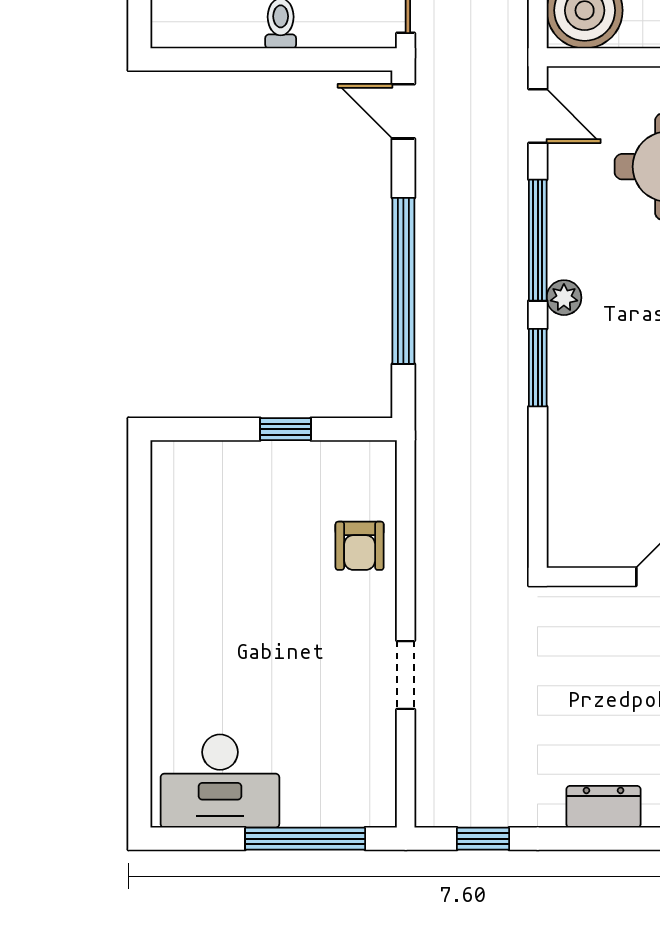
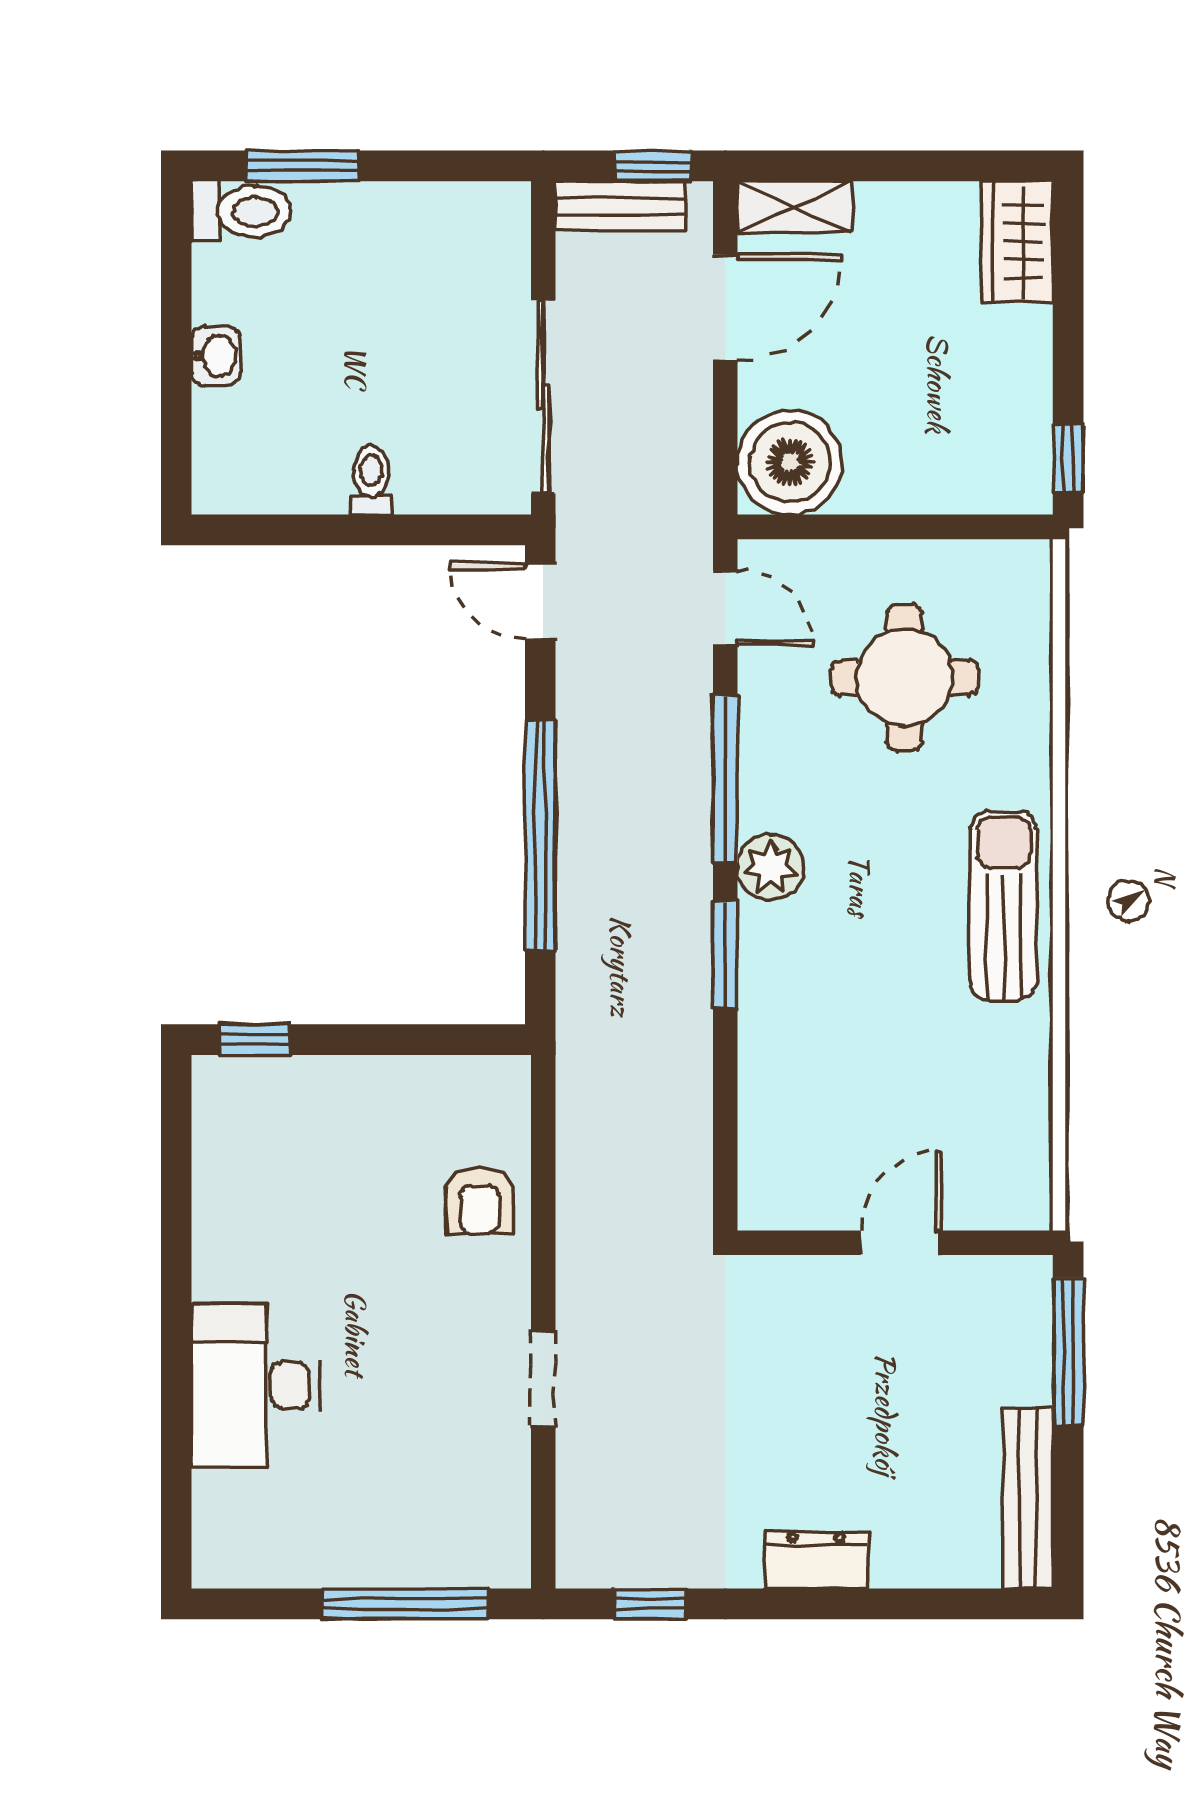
plant: (564, 298) -> (771, 867), width x1.38, depth x1.38
window: (285, 429) -> (255, 1040), moved
desk: (220, 781) -> (256, 1385), moved, turned 90

